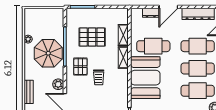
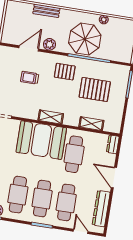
dresser: (151, 13) -> (113, 144), moved
pallet: (92, 37) -> (95, 89), turned 90
shelving: (123, 58) -> (51, 117), moved
trolley: (99, 77) -> (30, 78), moved

